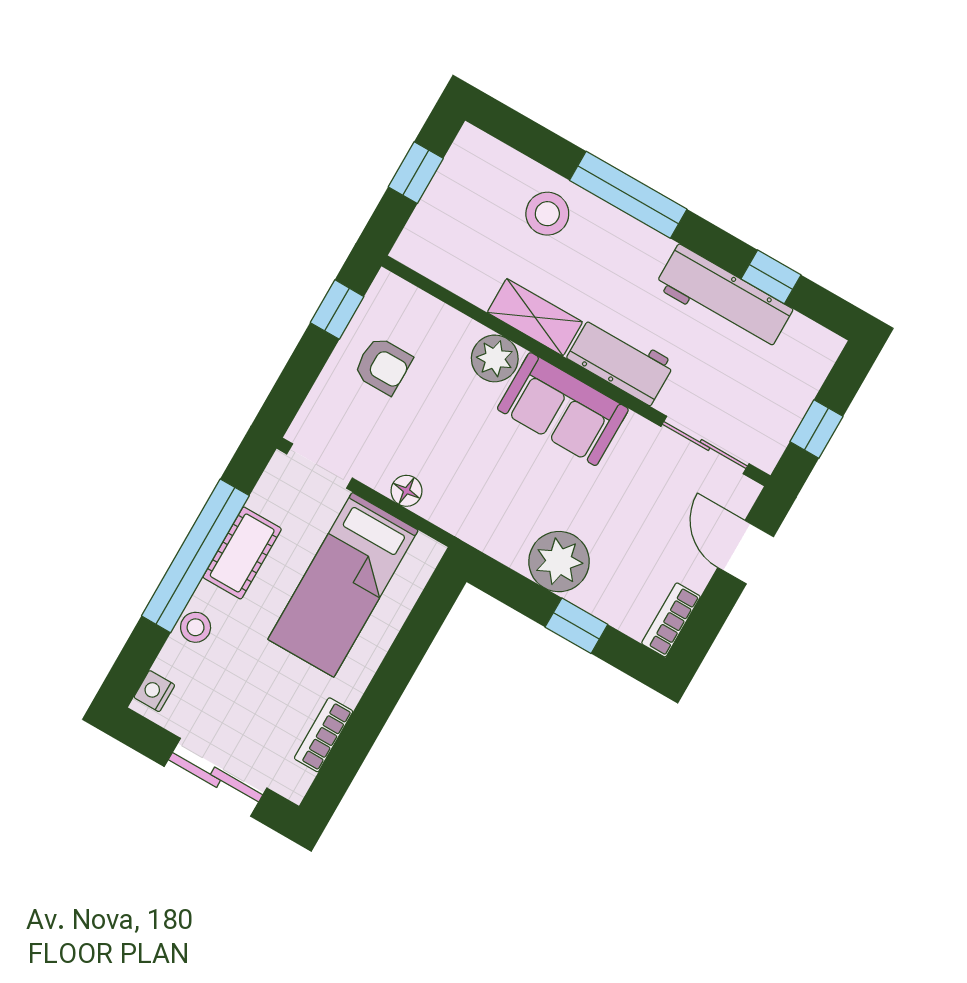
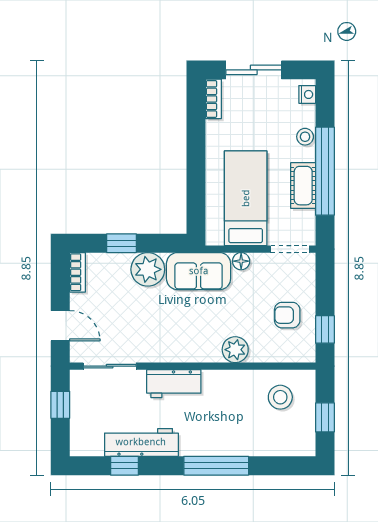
stool: (547, 214) -> (280, 397), moved
shelving: (535, 317) -> (227, 381), removed
sofa: (563, 409) -> (199, 271), moved, turned 180
bookcase: (324, 735) -> (213, 99), moved

